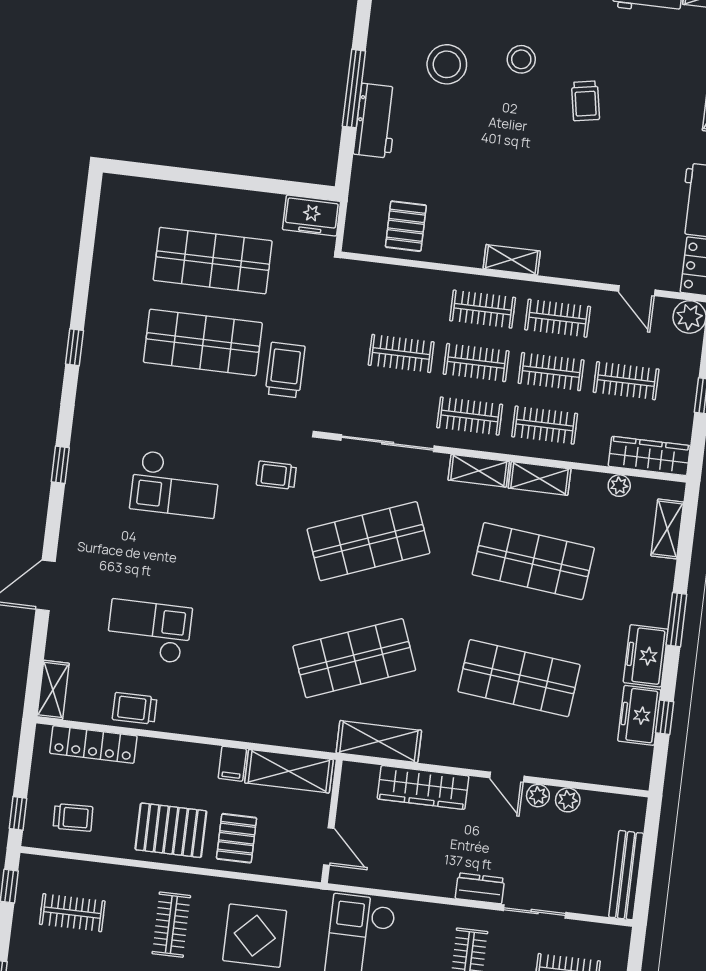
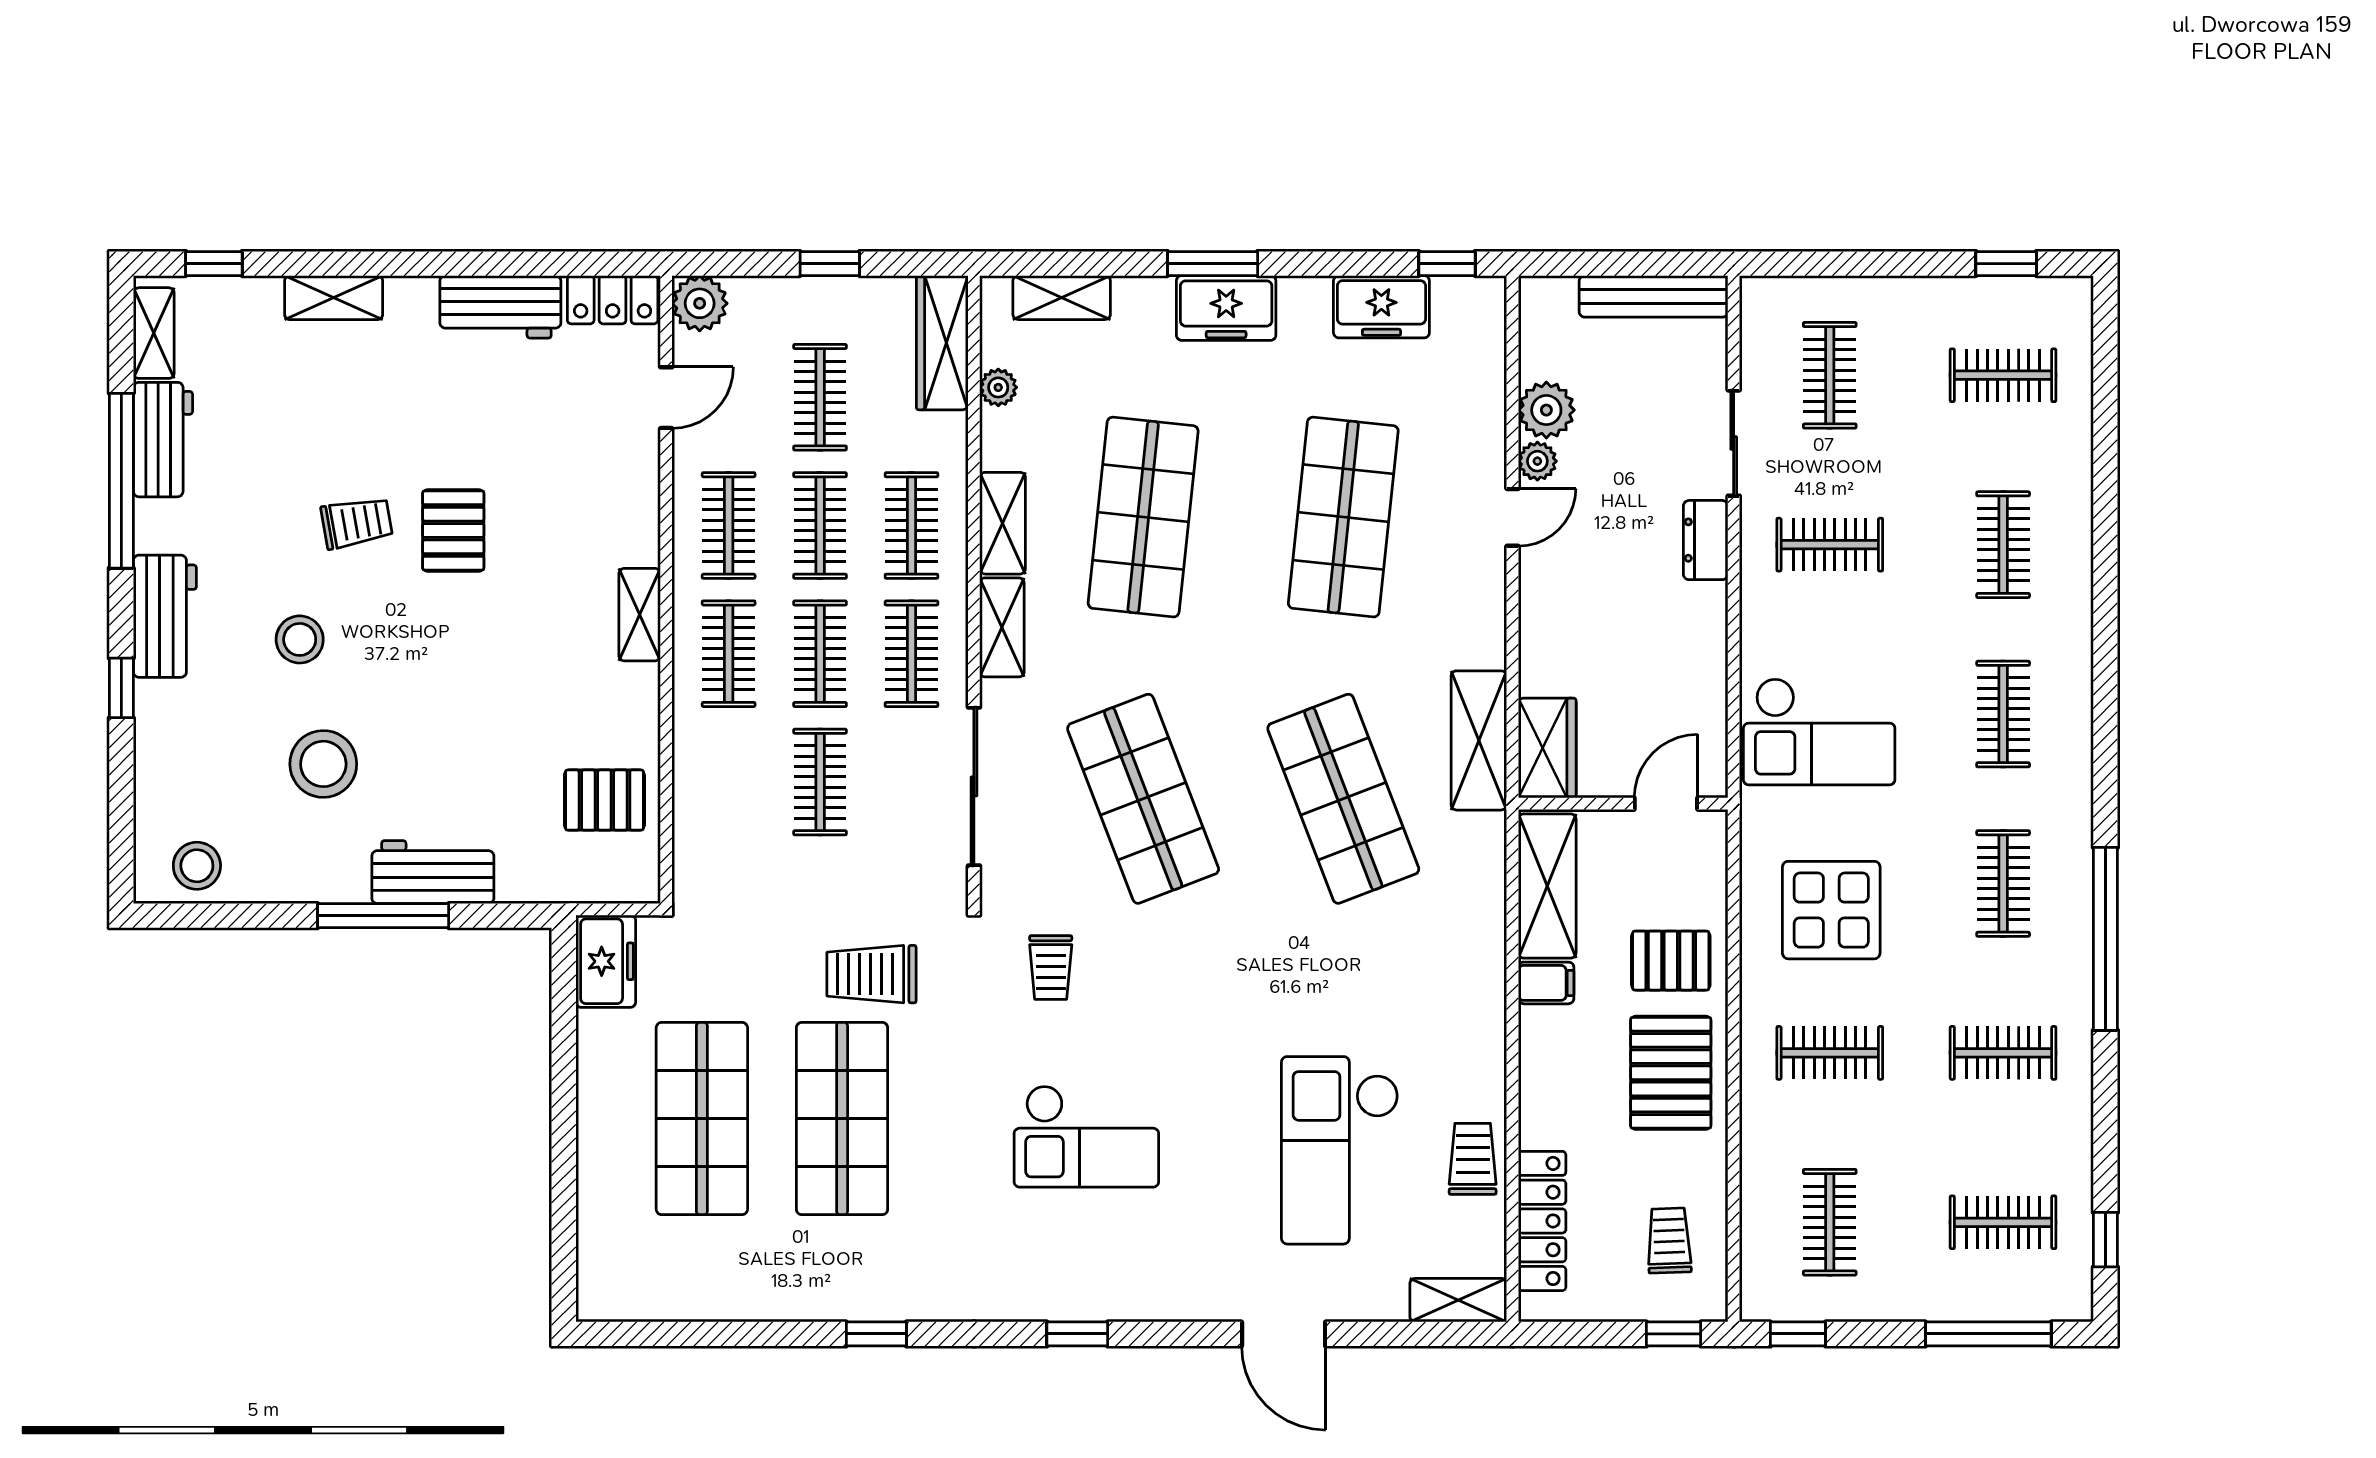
pallet: (574, 157) -> (453, 530), added
checkout: (175, 484) -> (1086, 1136), turned 90
checkout: (149, 631) -> (1340, 1150), width x1.36, depth x1.21
freezer: (646, 656) -> (1226, 308), moved
trolley: (135, 708) -> (1473, 1159), turned 180
window: (665, 717) -> (1447, 264), moved
wardrobe: (423, 787) -> (1547, 748), moved, width x0.67
plant: (568, 800) -> (1546, 410), width x1.38, depth x1.38

